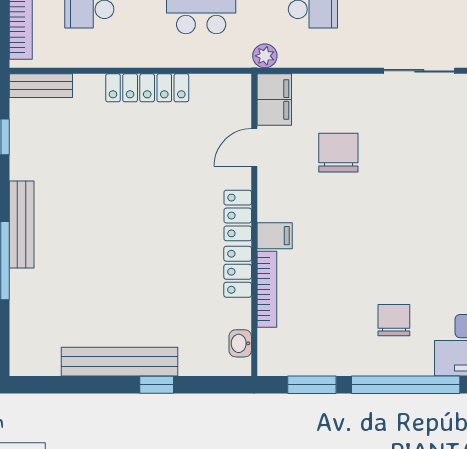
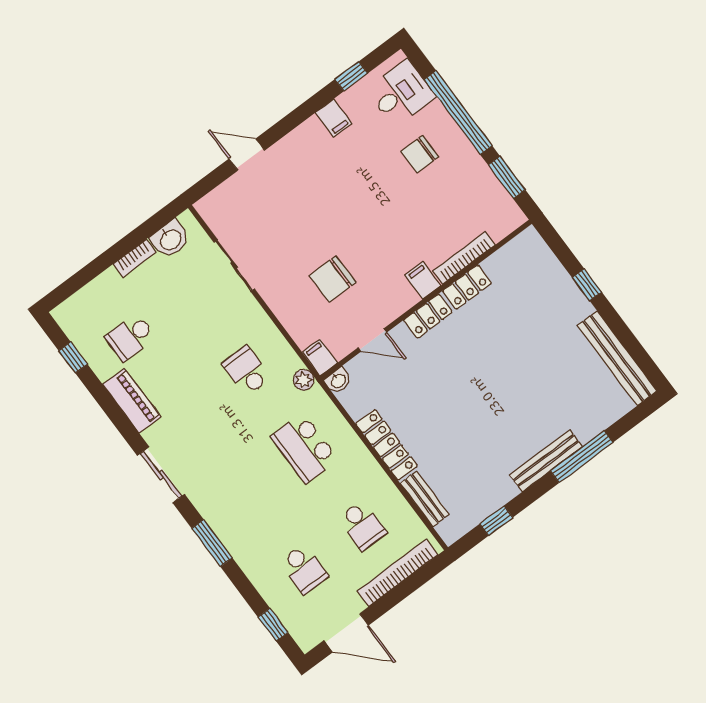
bench: (41, 86) -> (425, 499), moved
filing cabinet: (274, 99) -> (320, 358), width x0.50
washbasin: (240, 343) -> (338, 381), moved
bench: (119, 362) -> (617, 358), moved

